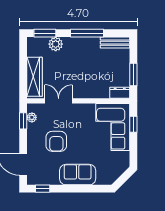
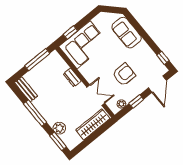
window: (133, 75) -> (37, 60), width x1.44
dresser: (120, 93) -> (72, 77), moved
double door: (59, 101) -> (96, 95), swing flipped
window: (23, 121) -> (136, 101), moved
sofa: (78, 175) -> (127, 33), moved

